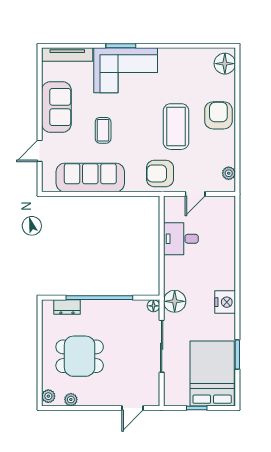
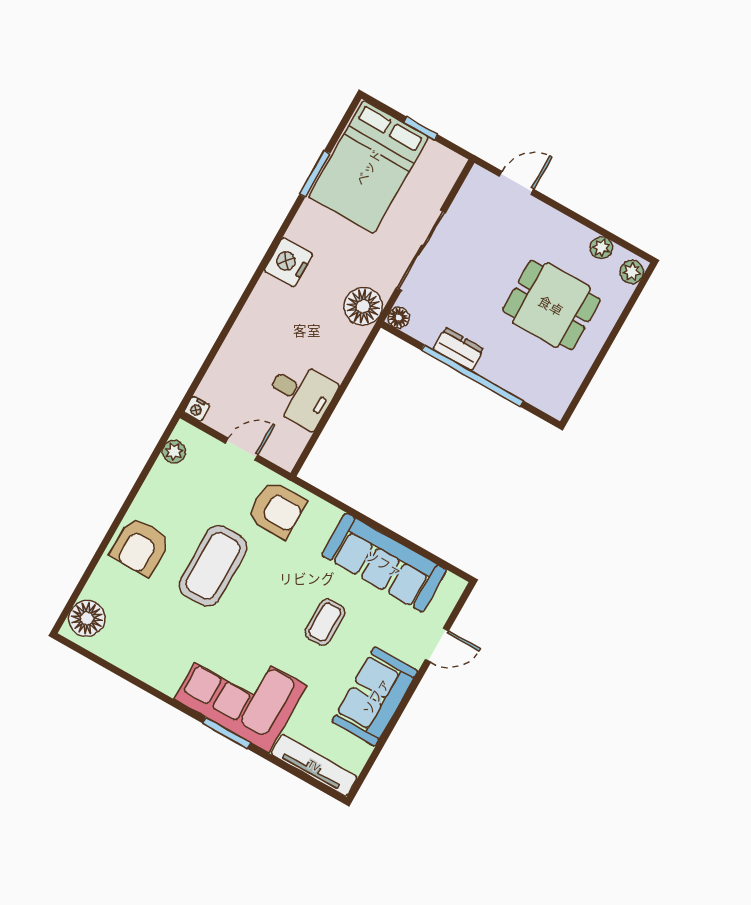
nightstand: (229, 201) -> (197, 409), added
dresser: (67, 307) -> (458, 349), moved

